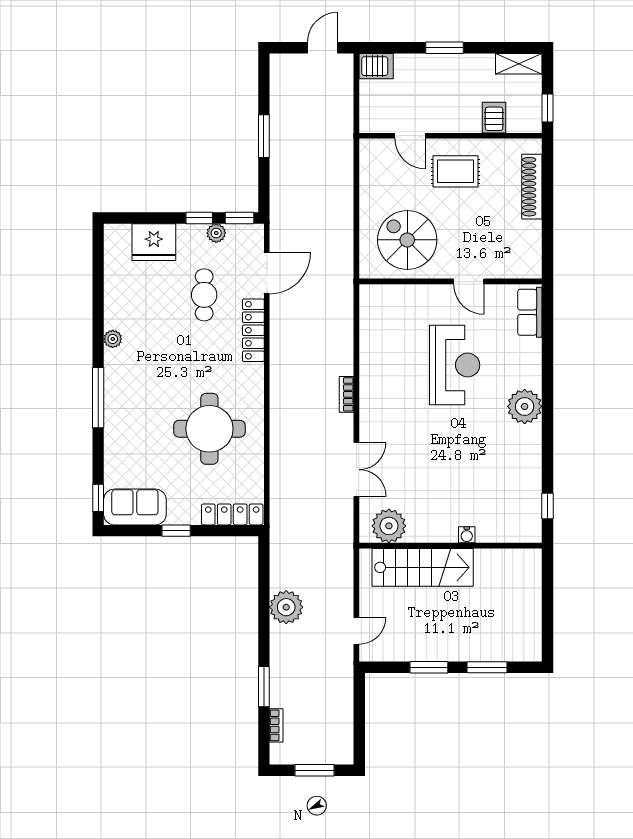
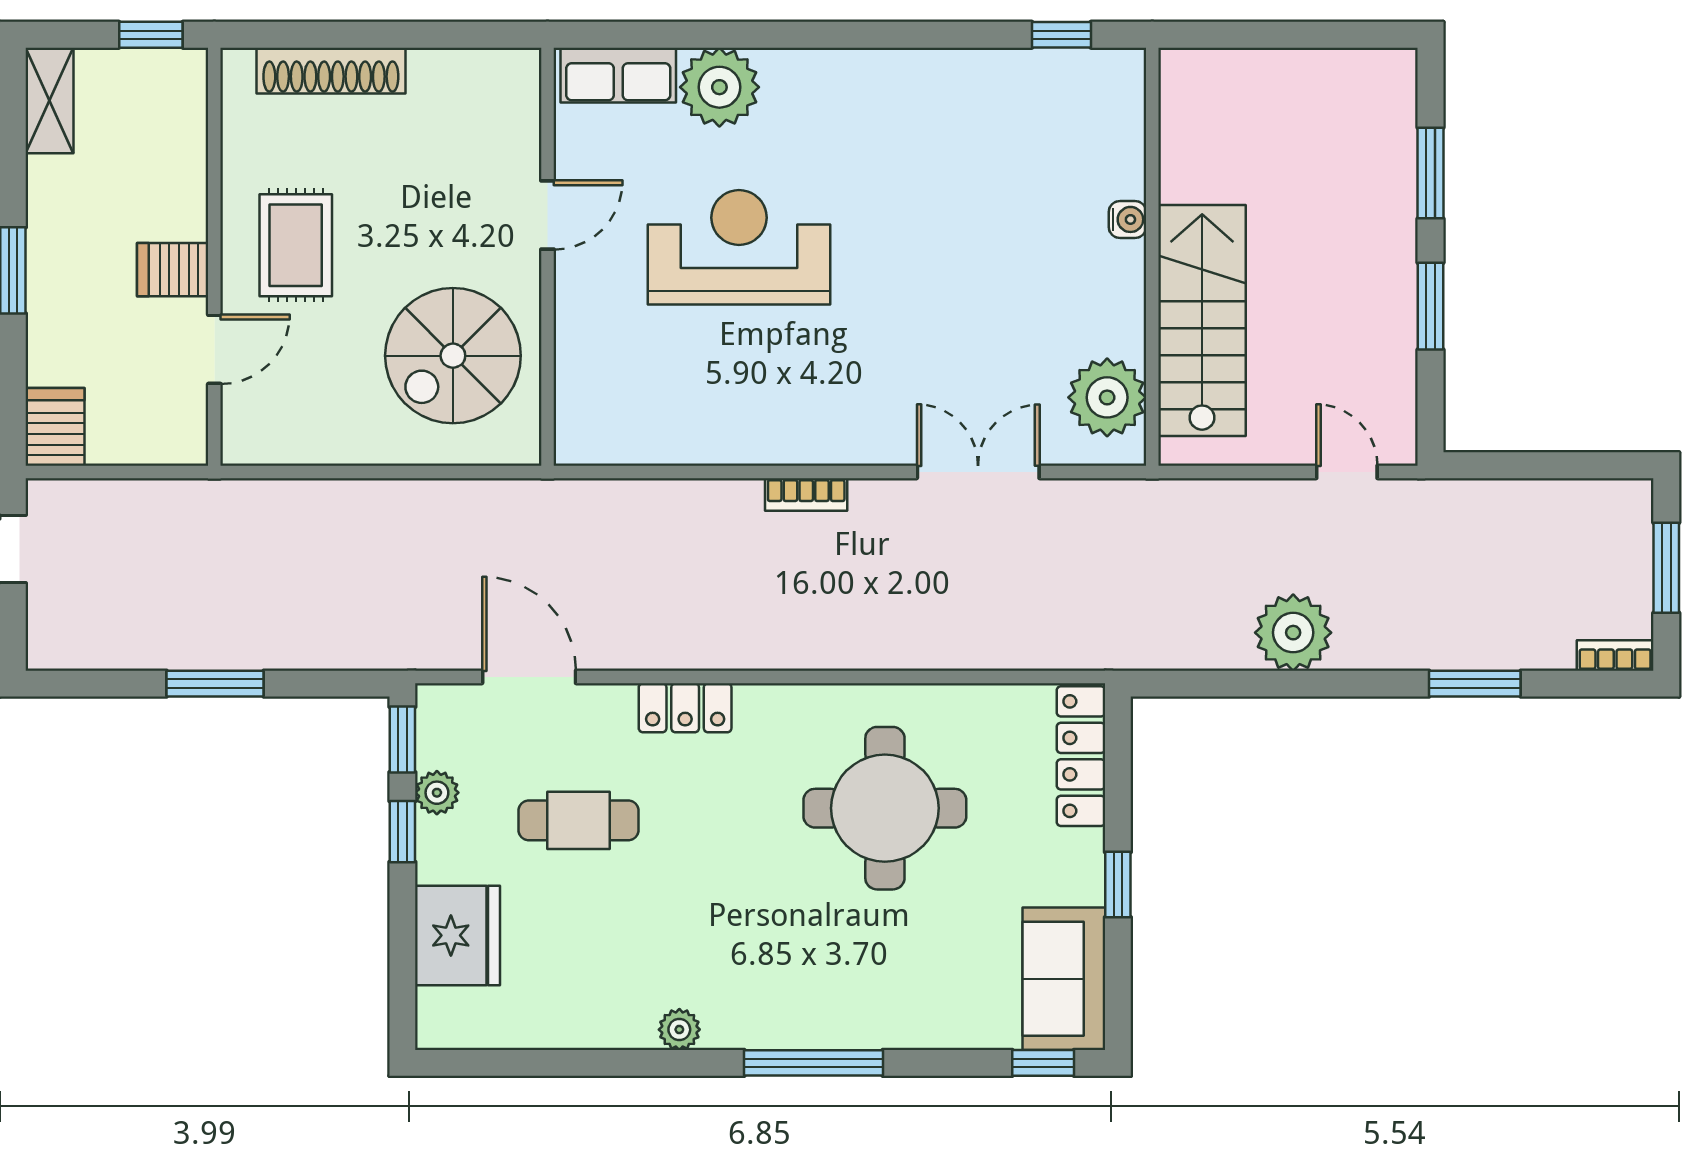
server rack: (494, 118) -> (173, 270), moved
locker: (253, 330) -> (685, 708), width x0.66
plant: (525, 406) -> (719, 87), moved
bookcase: (276, 725) -> (1615, 655), moved

